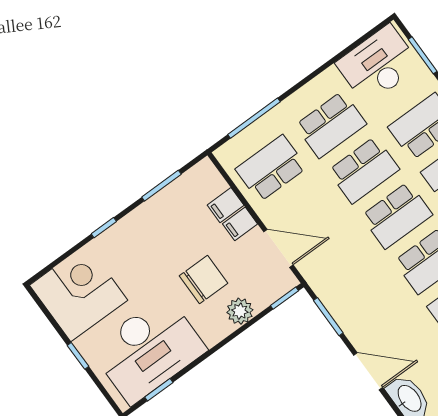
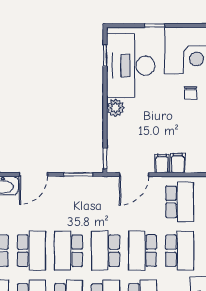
school desk: (331, 125) -> (180, 251), turned 180
chair: (204, 280) -> (190, 93), moved, width x0.54, depth x0.54
plant: (240, 311) -> (115, 108), moved

